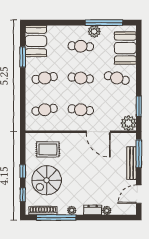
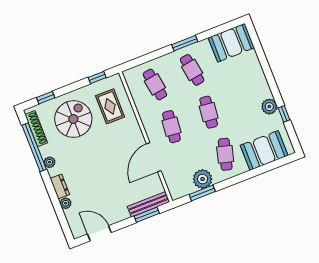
window: (104, 23) -> (284, 114), width x0.32
cafe table: (81, 46) -> (246, 98), removed
window: (23, 57) -> (185, 43), moved
plant: (129, 123) -> (203, 179), moved
window: (139, 154) -> (147, 215), width x0.69
bench: (132, 163) -> (148, 204), moved
window: (23, 171) -> (97, 77), moved
spiral stairs: (47, 180) -> (73, 119), turned 90

